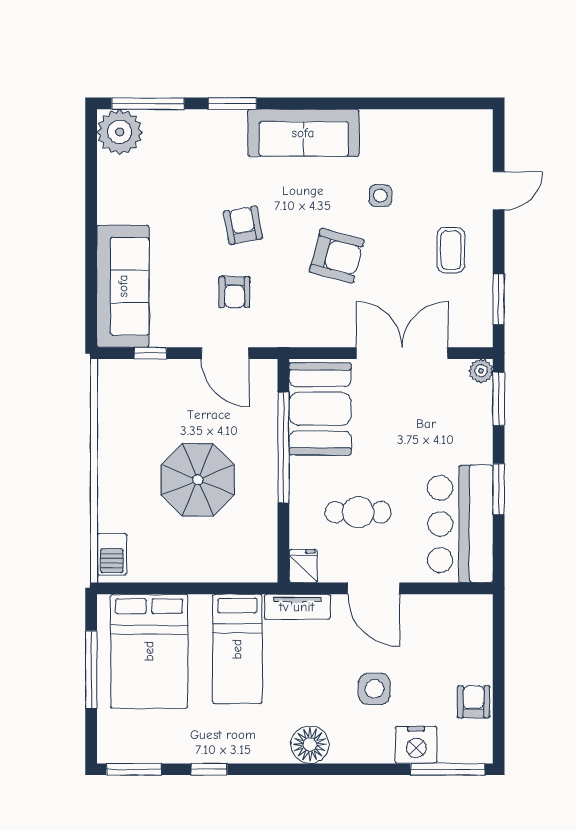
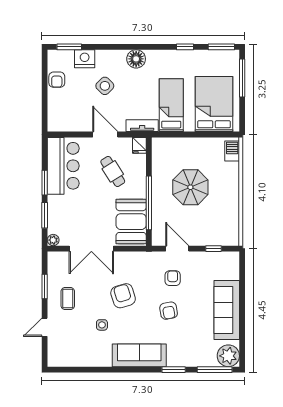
armchair: (337, 256) -> (123, 296), turned 58
sofa: (123, 286) -> (227, 310), moved
window: (499, 299) -> (45, 286), moved
window: (499, 399) -> (45, 215), moved
cafe table: (358, 512) -> (113, 171), turned 58
window: (91, 670) -> (242, 78), moved
side table: (374, 689) -> (105, 86), turned 45
window: (448, 769) -> (69, 47), width x0.69

